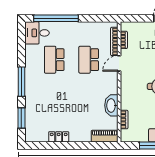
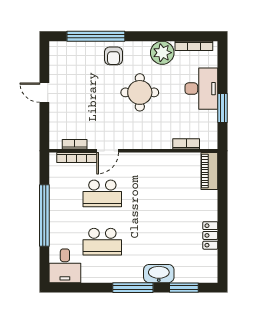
window: (56, 18) -> (44, 215), moved
door: (119, 63) -> (108, 151), hinge flipped
washbasin: (111, 105) -> (159, 274), moved, turned 180

